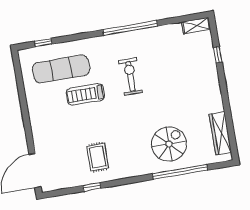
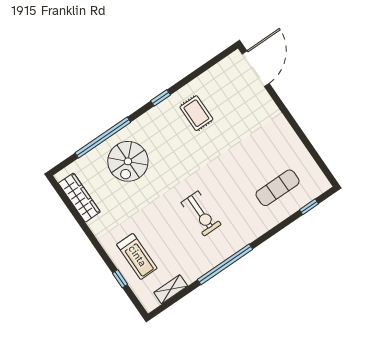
shelving: (196, 26) -> (171, 289), moved
exercise mat: (61, 69) -> (278, 188), width x0.73, depth x0.69
treadmill: (85, 94) -> (137, 256), moved, turned 90
window: (92, 187) -> (161, 98), moved

